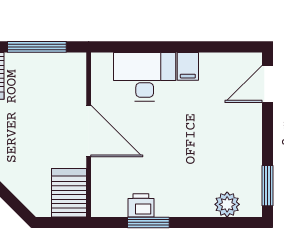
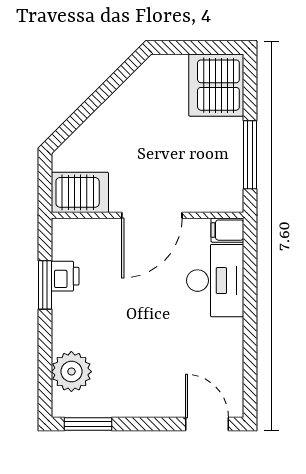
filing cabinet: (188, 66) -> (227, 230), moved
plant: (227, 204) -> (71, 372), width x1.36, depth x1.36

